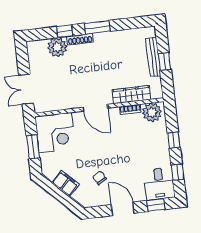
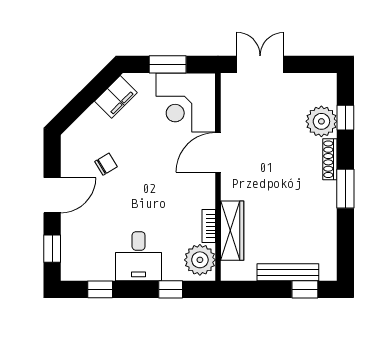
window: (65, 31) -> (345, 118), moved
window: (165, 62) -> (305, 289), moved
door: (95, 108) -> (218, 152), moved
window: (174, 140) -> (171, 289), moved
filing cabinet: (65, 183) -> (116, 97), moved
desk: (159, 184) -> (139, 256), moved, turned -90

